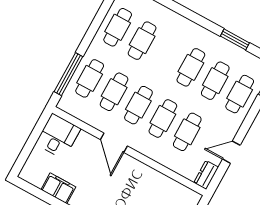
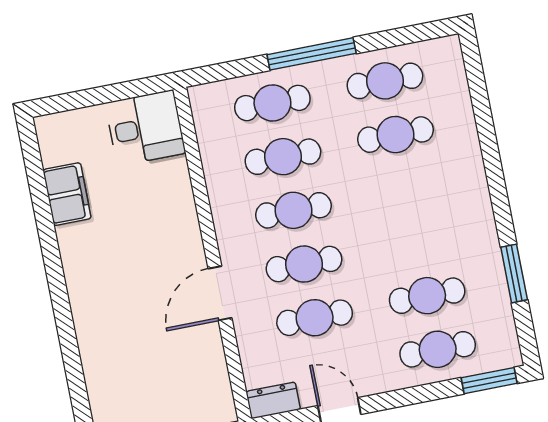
cafe table: (191, 67) -> (417, 242), removed
window: (68, 74) -> (312, 54), moved
door: (114, 143) -> (220, 293), moved

